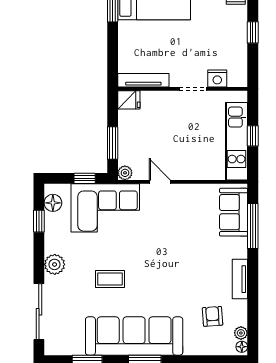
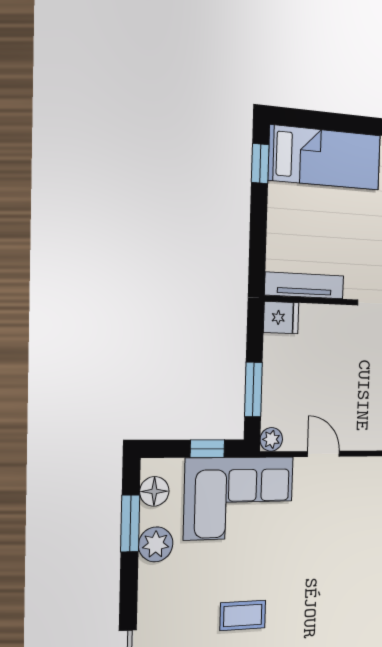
window: (39, 221) -> (130, 523), width x1.50
plant: (55, 264) -> (156, 544), moved

